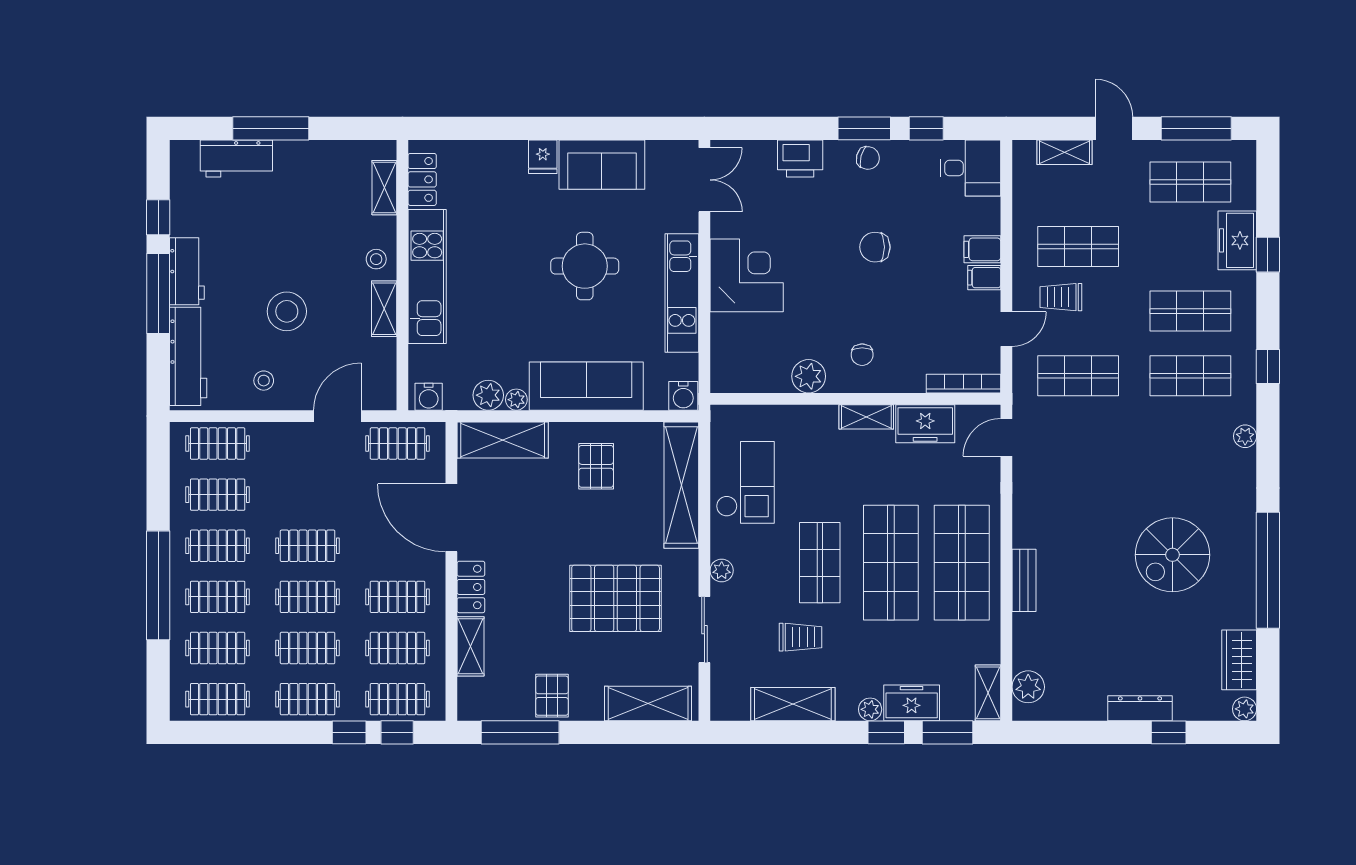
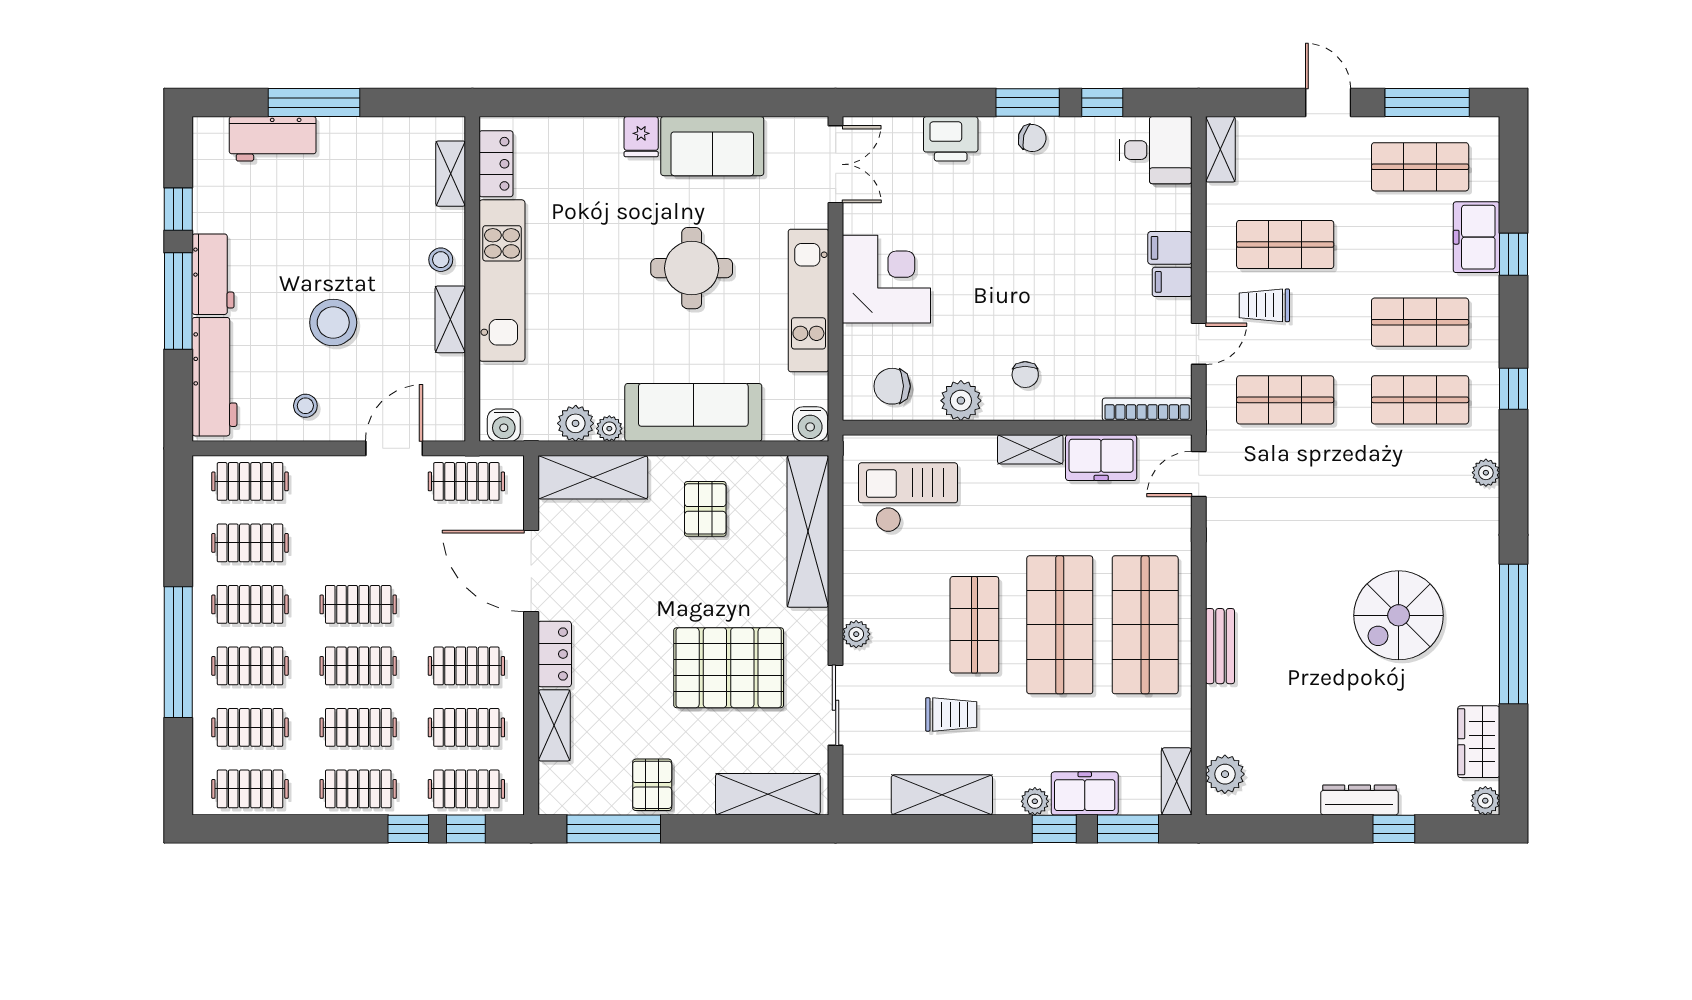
shelving: (1065, 152) -> (1220, 149), moved, turned 90
chair: (875, 247) -> (892, 386), moved
checkout: (745, 482) -> (908, 497), moved, turned -90

